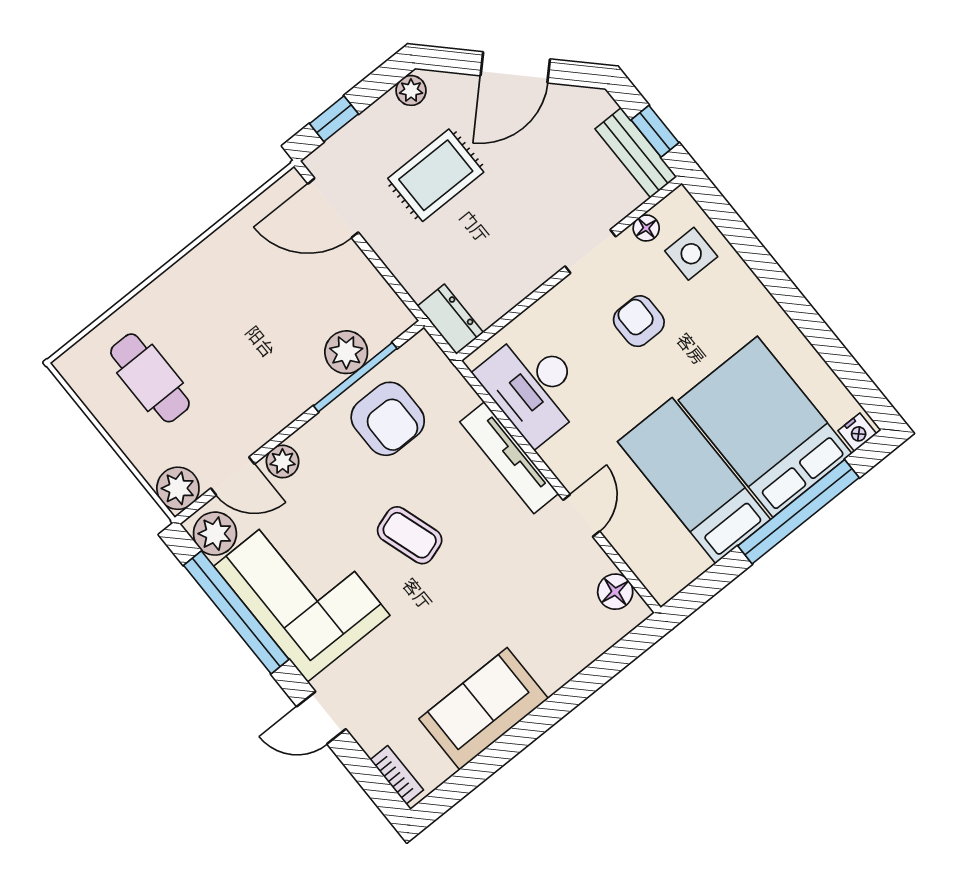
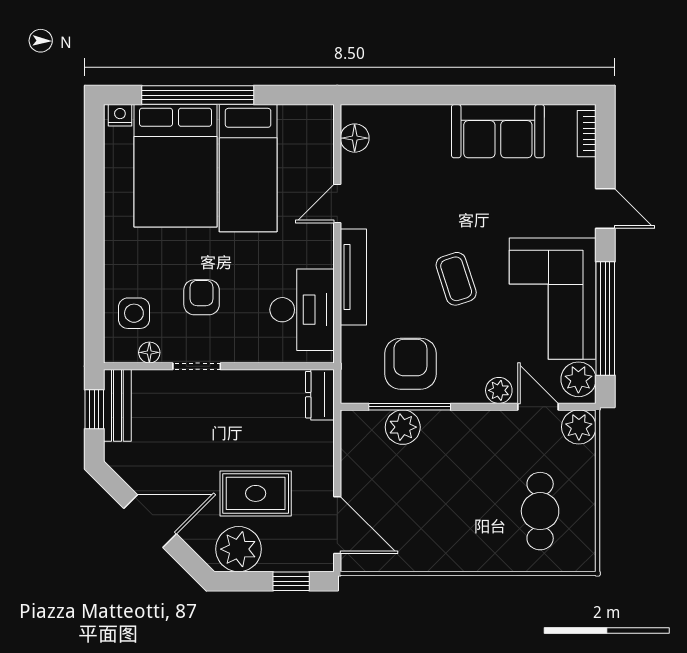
plant: (411, 90) -> (239, 549), width x1.88, depth x1.88
armchair: (639, 321) -> (202, 297), turned 180

